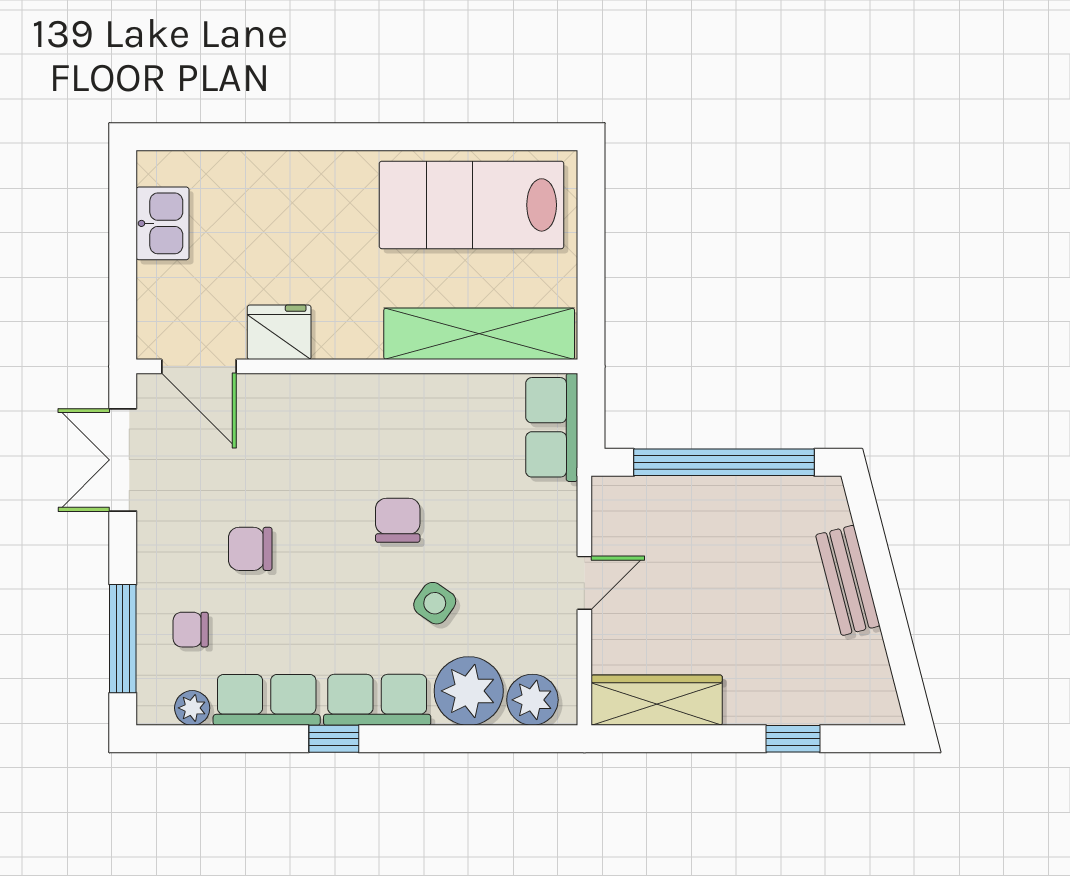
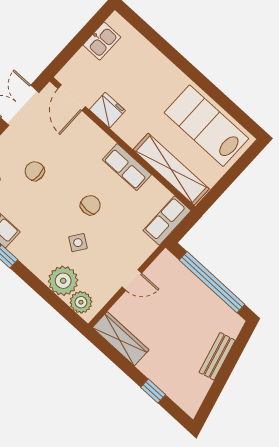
row of seats: (377, 700) -> (127, 167), moved, turned 180

